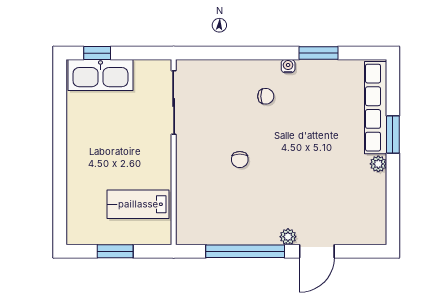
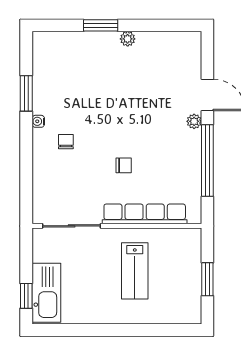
row of seats: (376, 108) -> (145, 214), moved, turned 180
lab bench: (138, 204) -> (135, 271), moved

